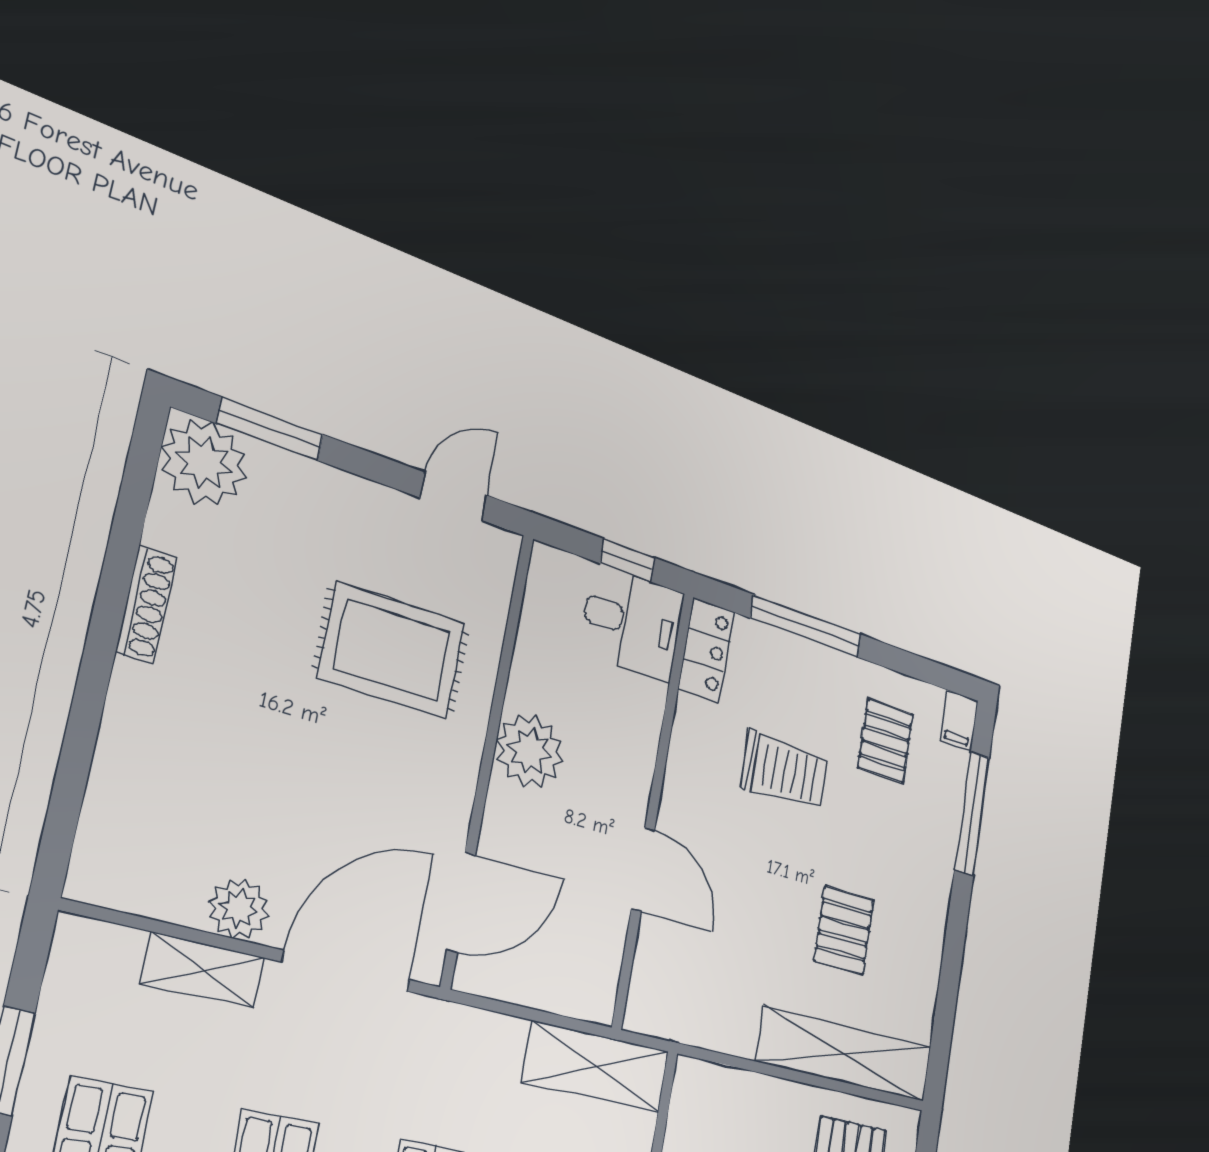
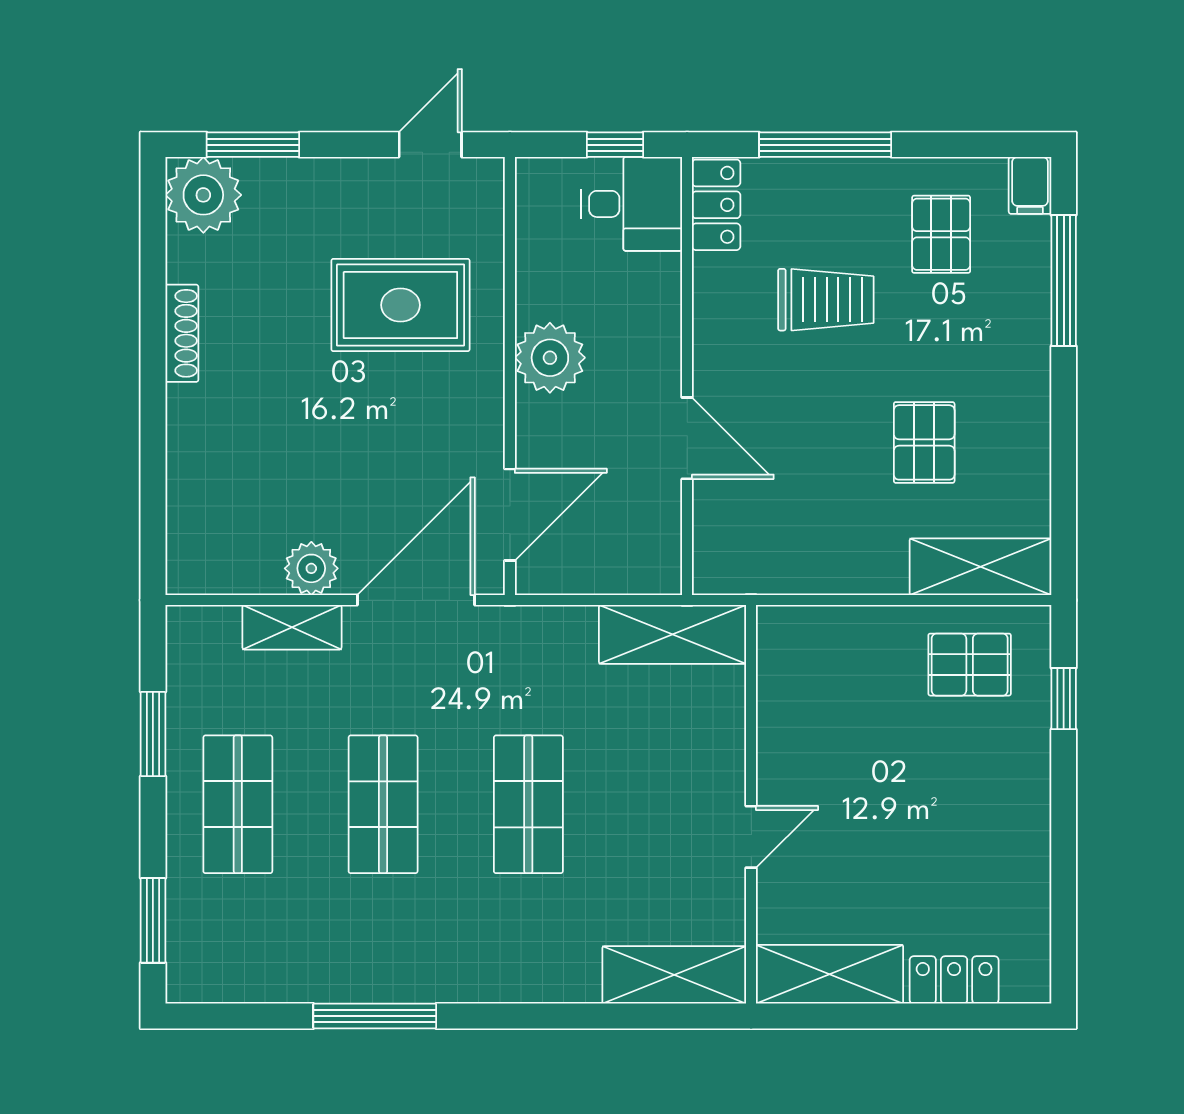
shelving: (845, 1054) -> (980, 567), width x0.68

